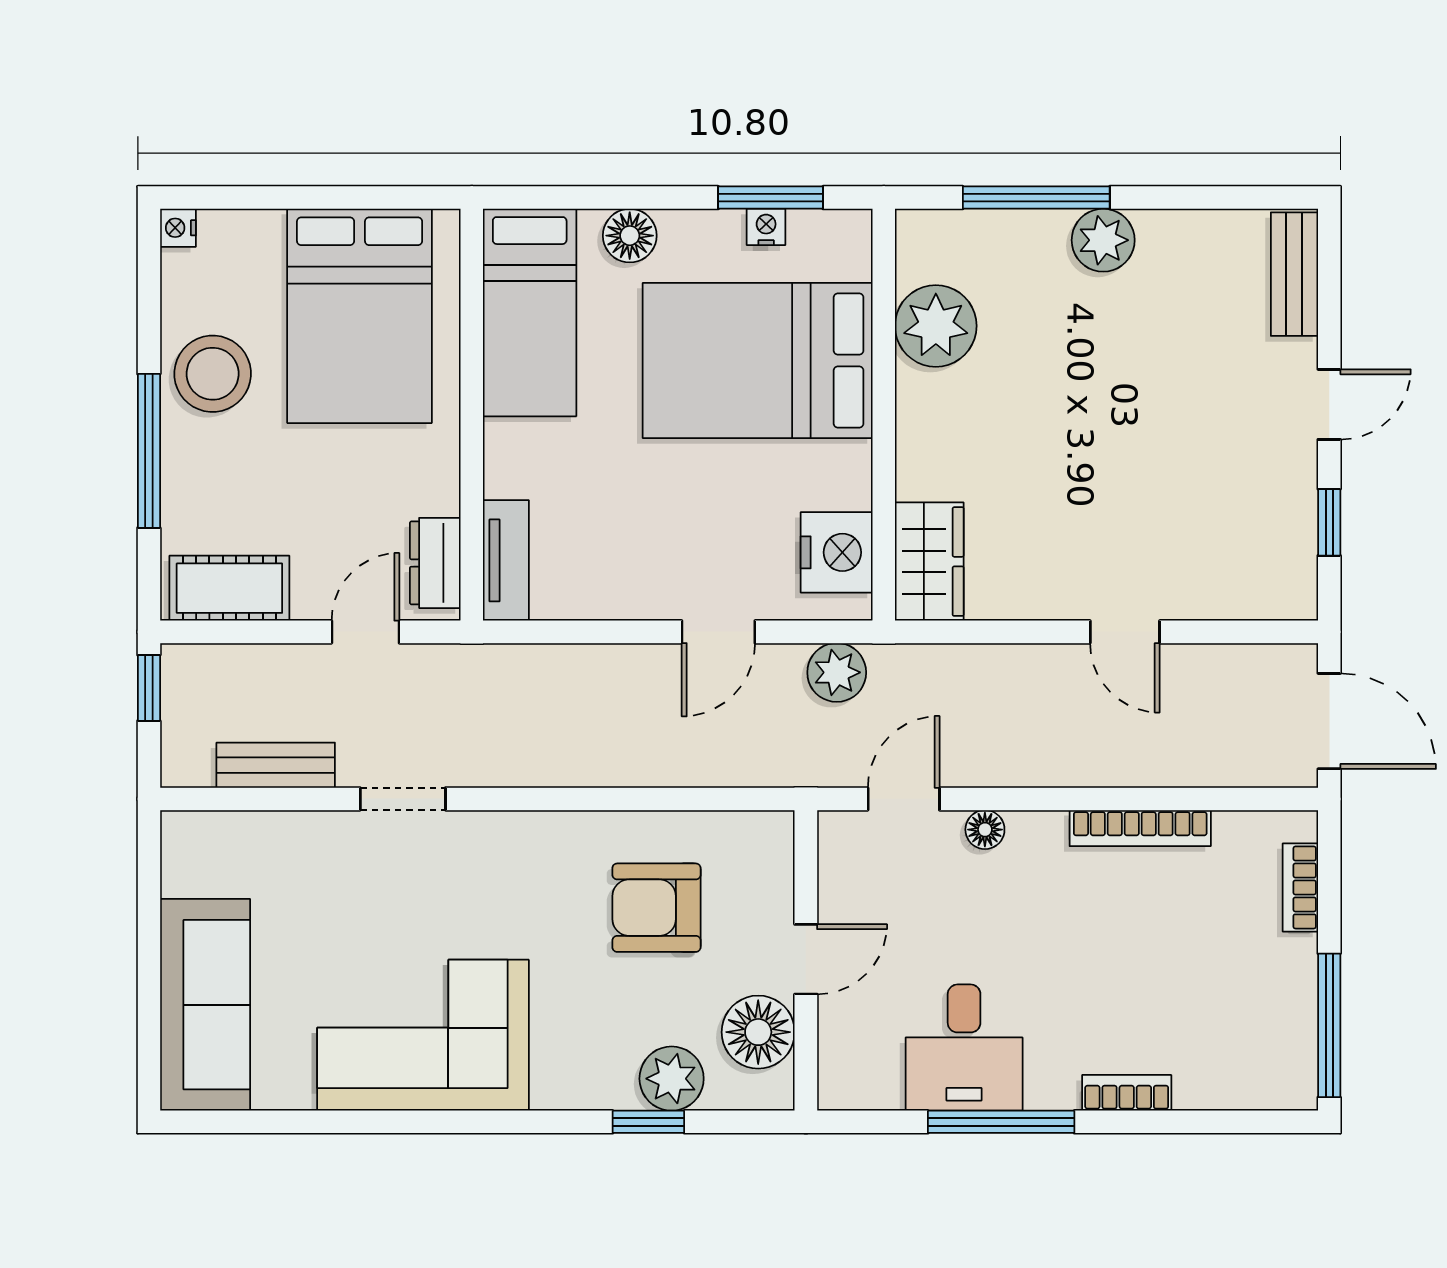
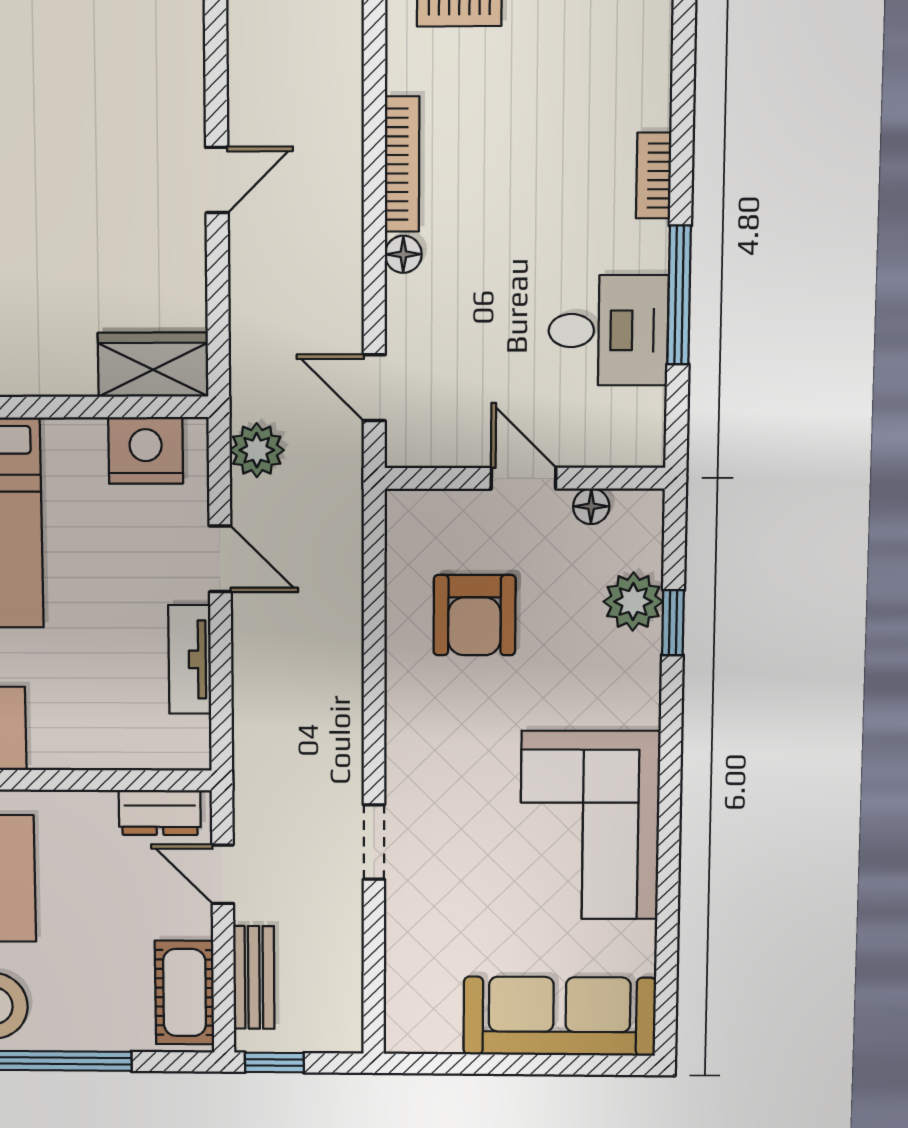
tv unit: (506, 560) -> (190, 659), moved, turned -90
bench: (276, 765) -> (254, 977), moved
floor lamp: (985, 830) -> (403, 254), moved
floor lamp: (758, 1032) -> (591, 506), width x0.53, depth x0.53

